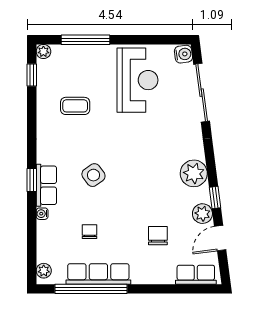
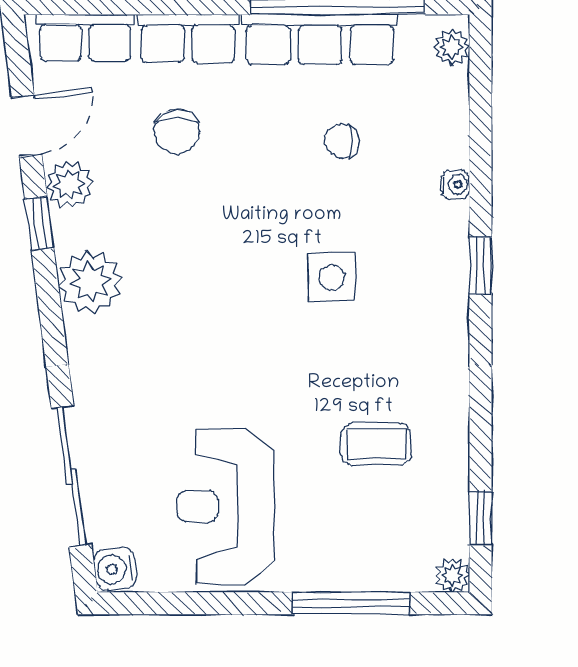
side table: (93, 175) -> (332, 277), turned 36
row of seats: (46, 185) -> (188, 39), moved, turned -90
chair: (89, 232) -> (342, 141), turned 90

